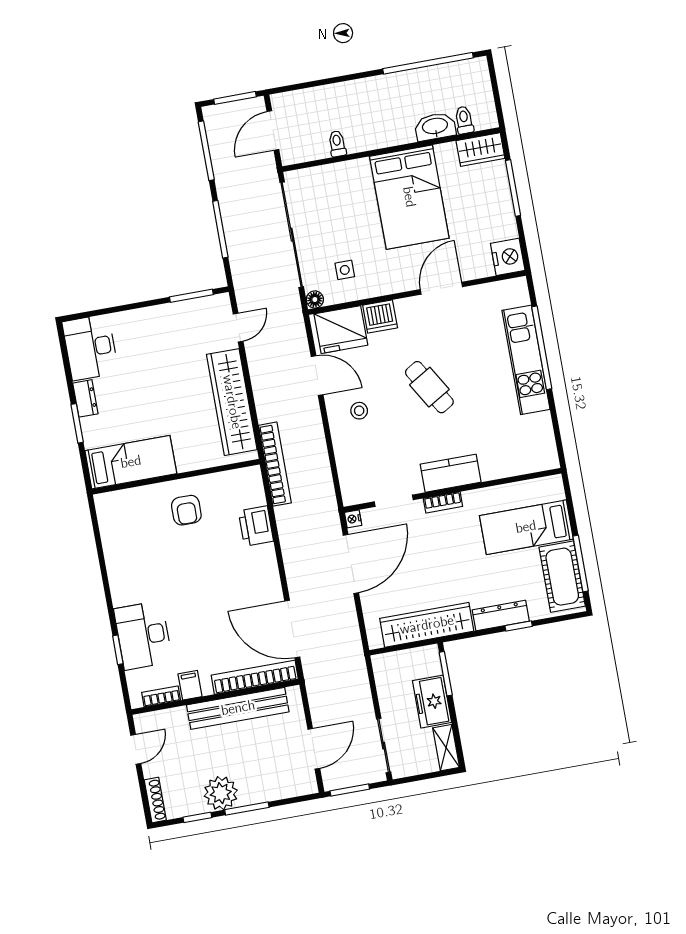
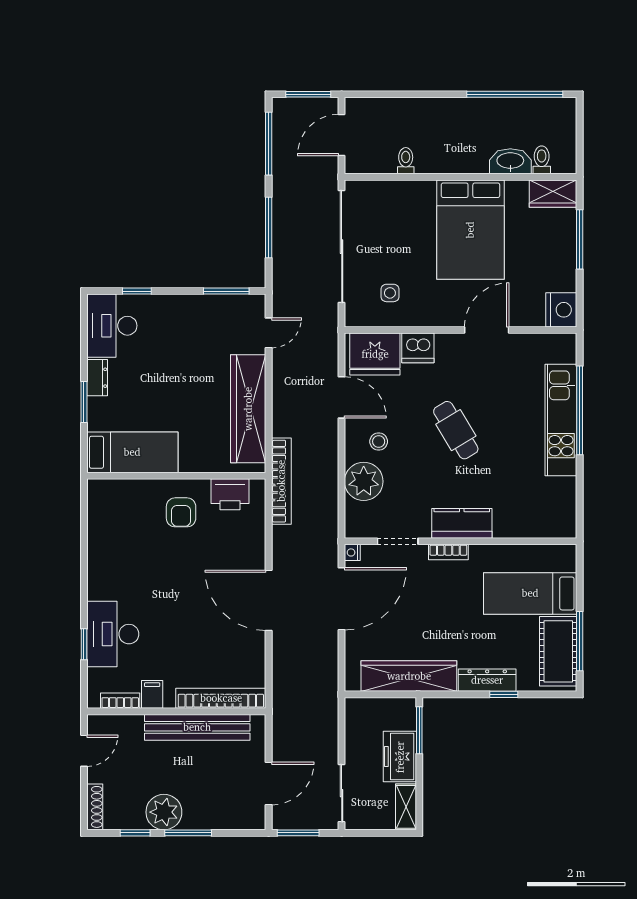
floor lamp: (315, 299) -> (353, 318), removed
window: (108, 311) -> (137, 291), added
plant: (352, 450) -> (364, 481), added
printer: (256, 526) -> (230, 494), moved, turned -90
door: (292, 629) -> (269, 600), moved

